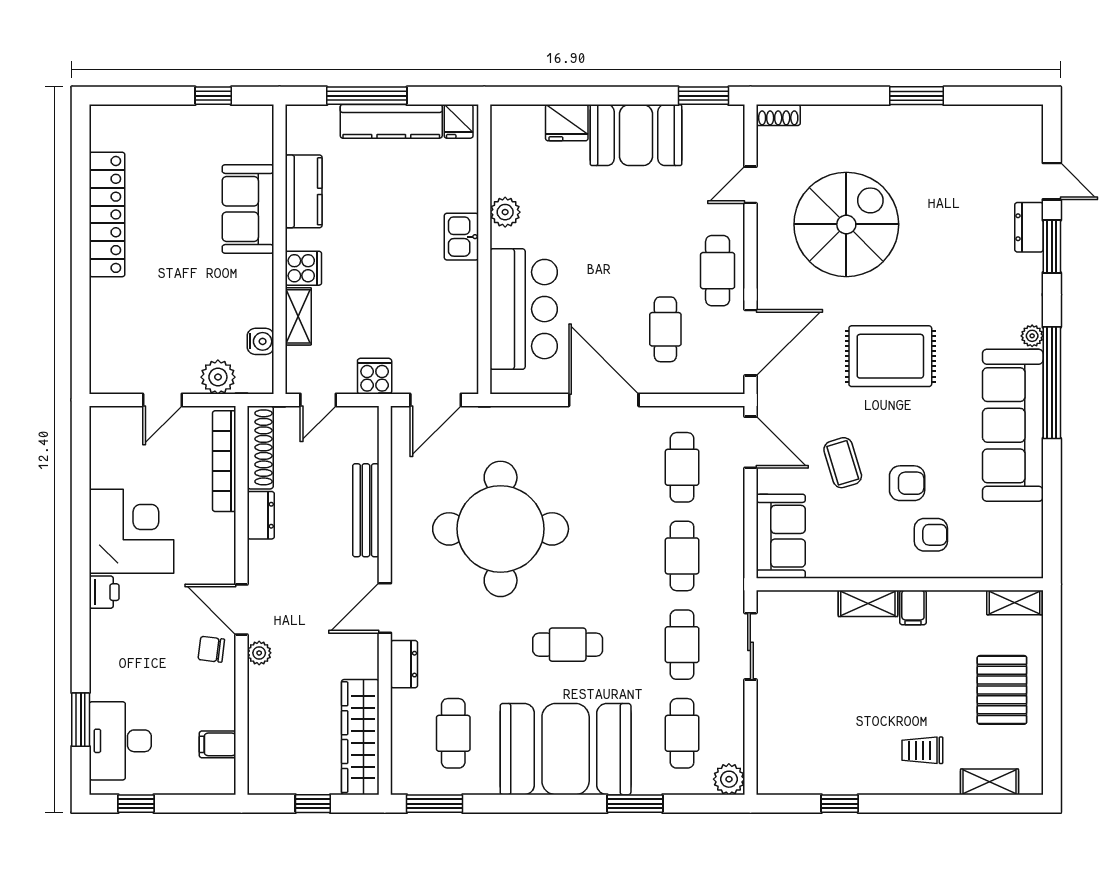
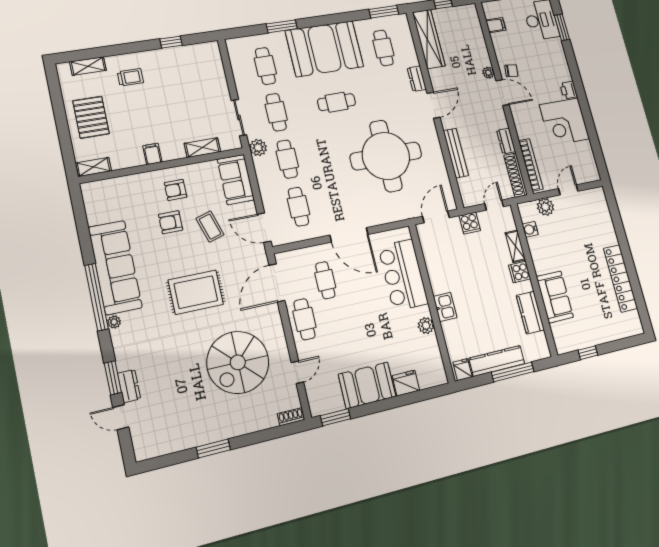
armchair: (931, 535) -> (175, 190), moved
shelving: (868, 603) -> (202, 148), moved
plant: (729, 779) -> (258, 148), moved

